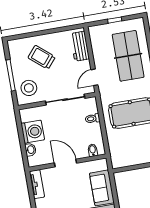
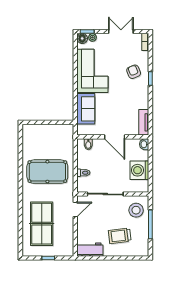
workbench: (80, 46) -> (90, 250), moved, turned -90
trolley: (42, 57) -> (120, 236), turned 133
washbasin: (30, 150) -> (144, 144), moved

